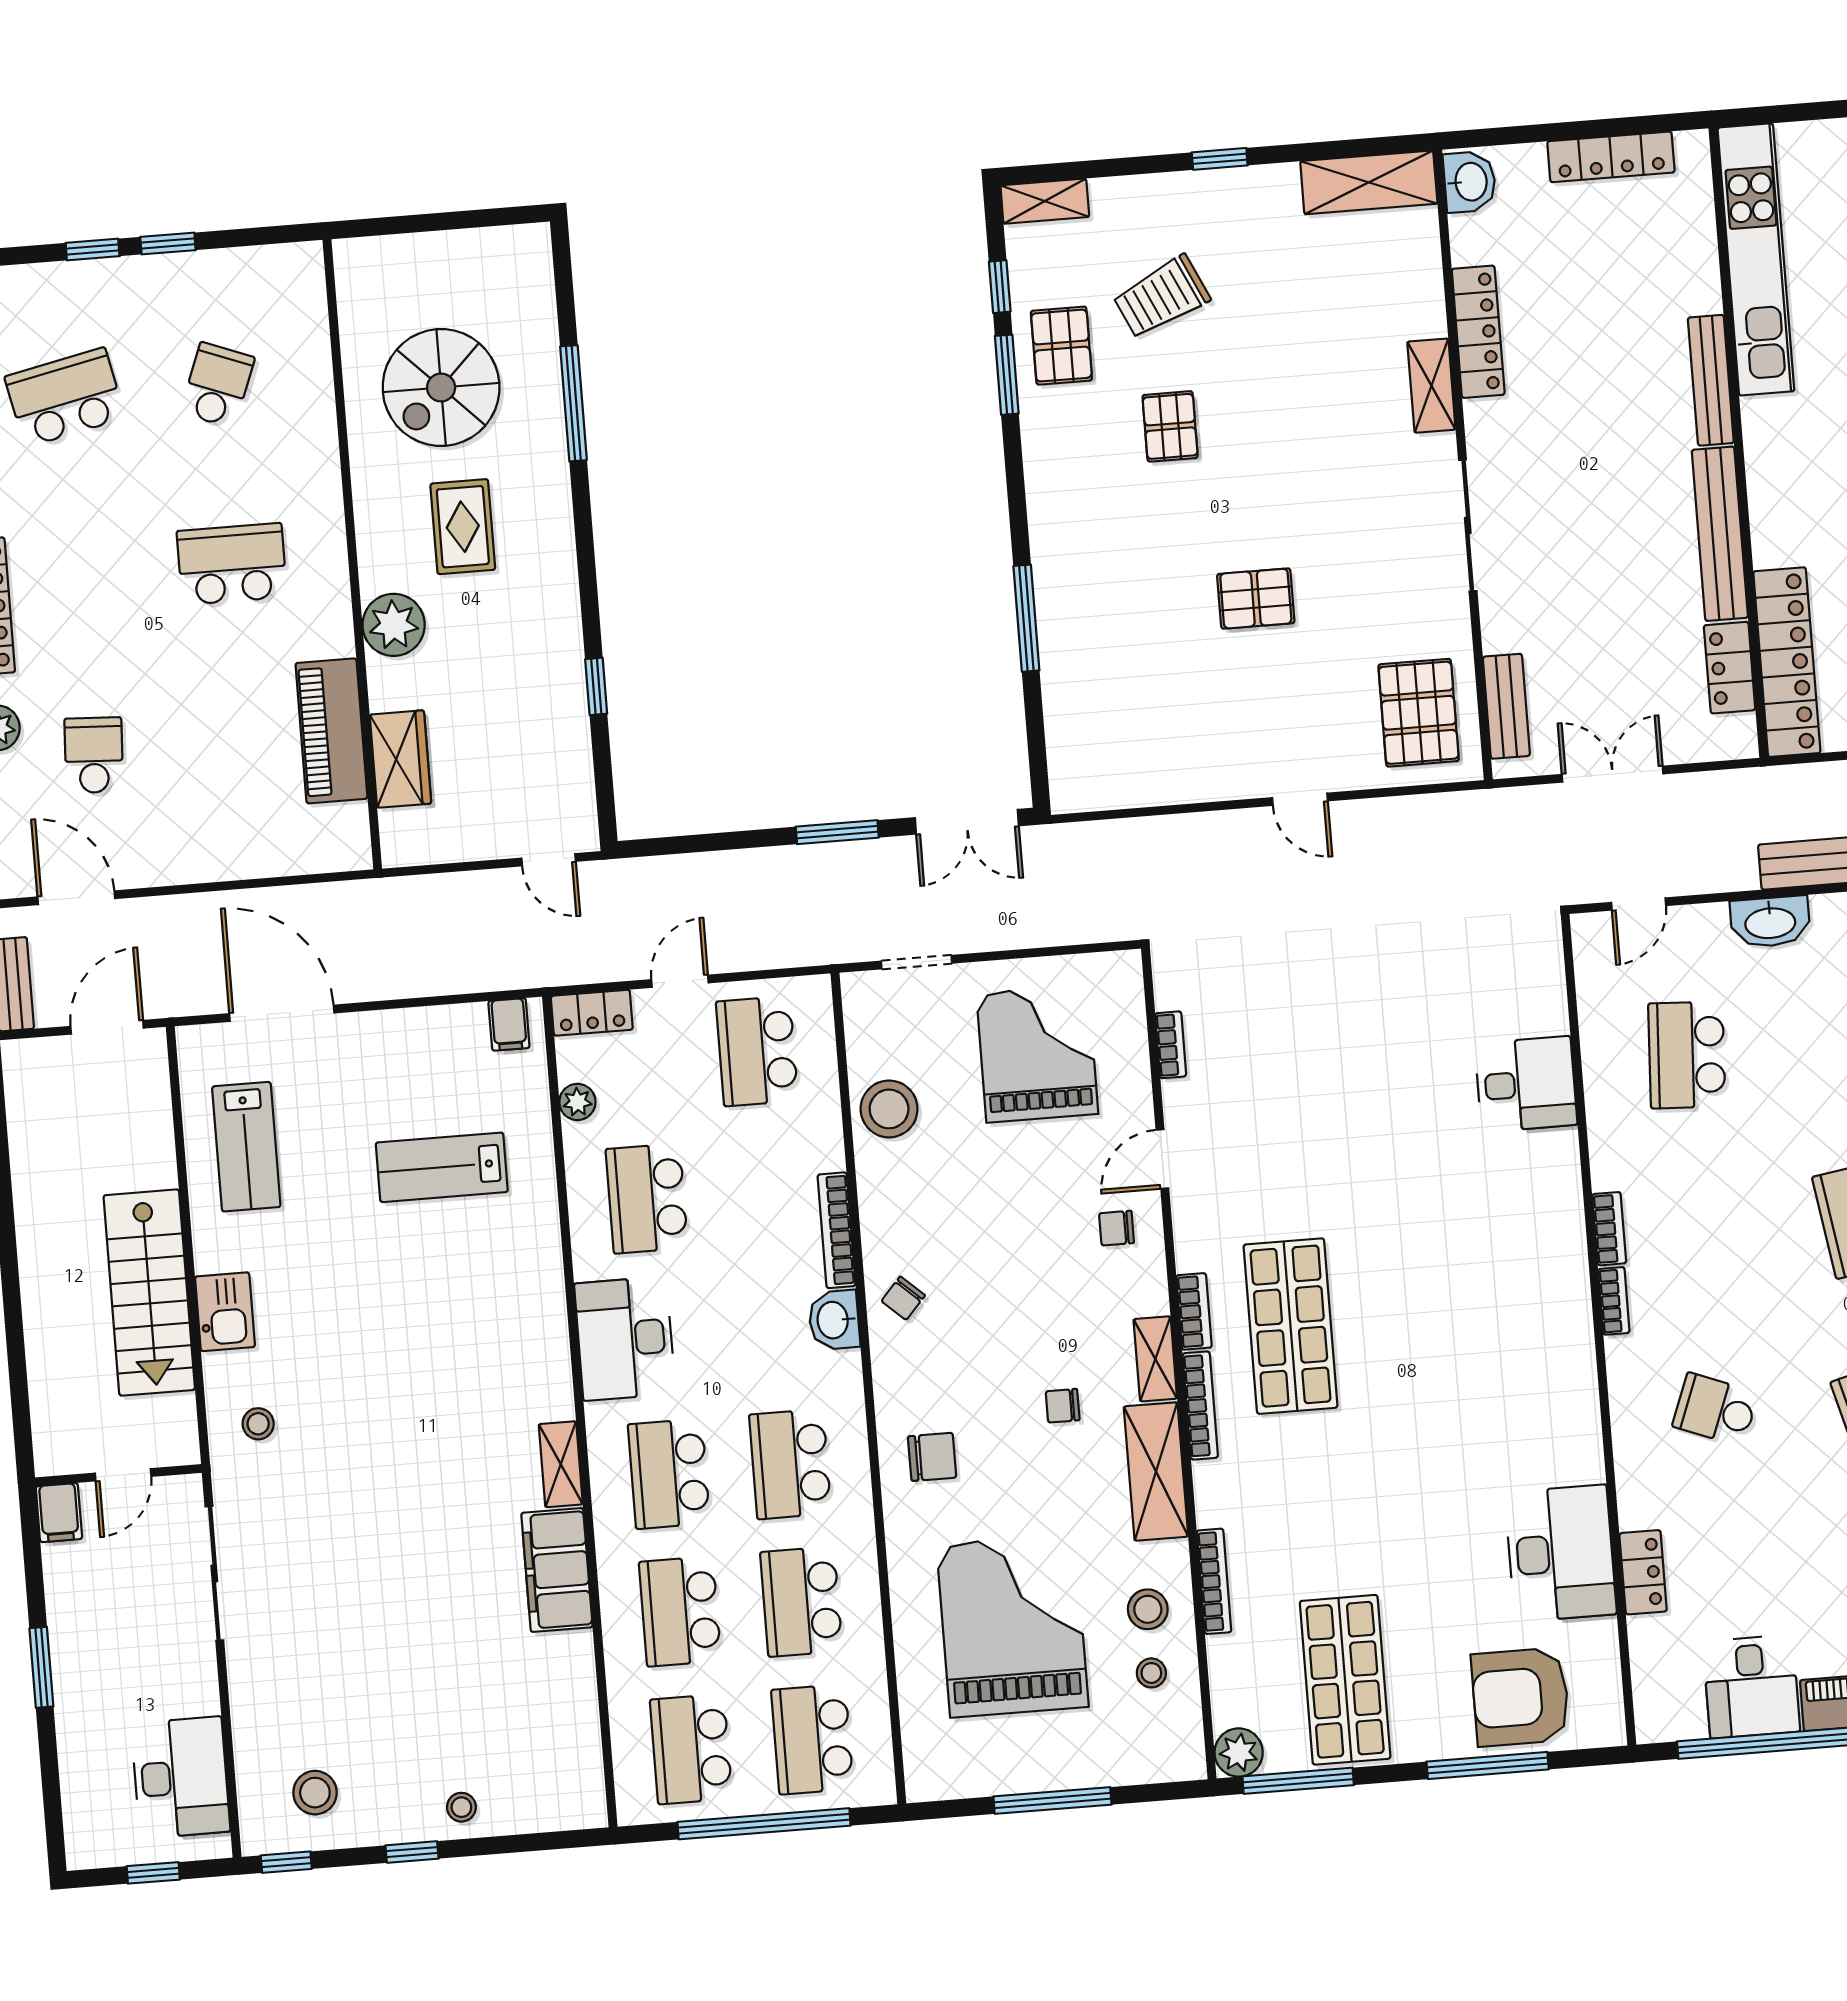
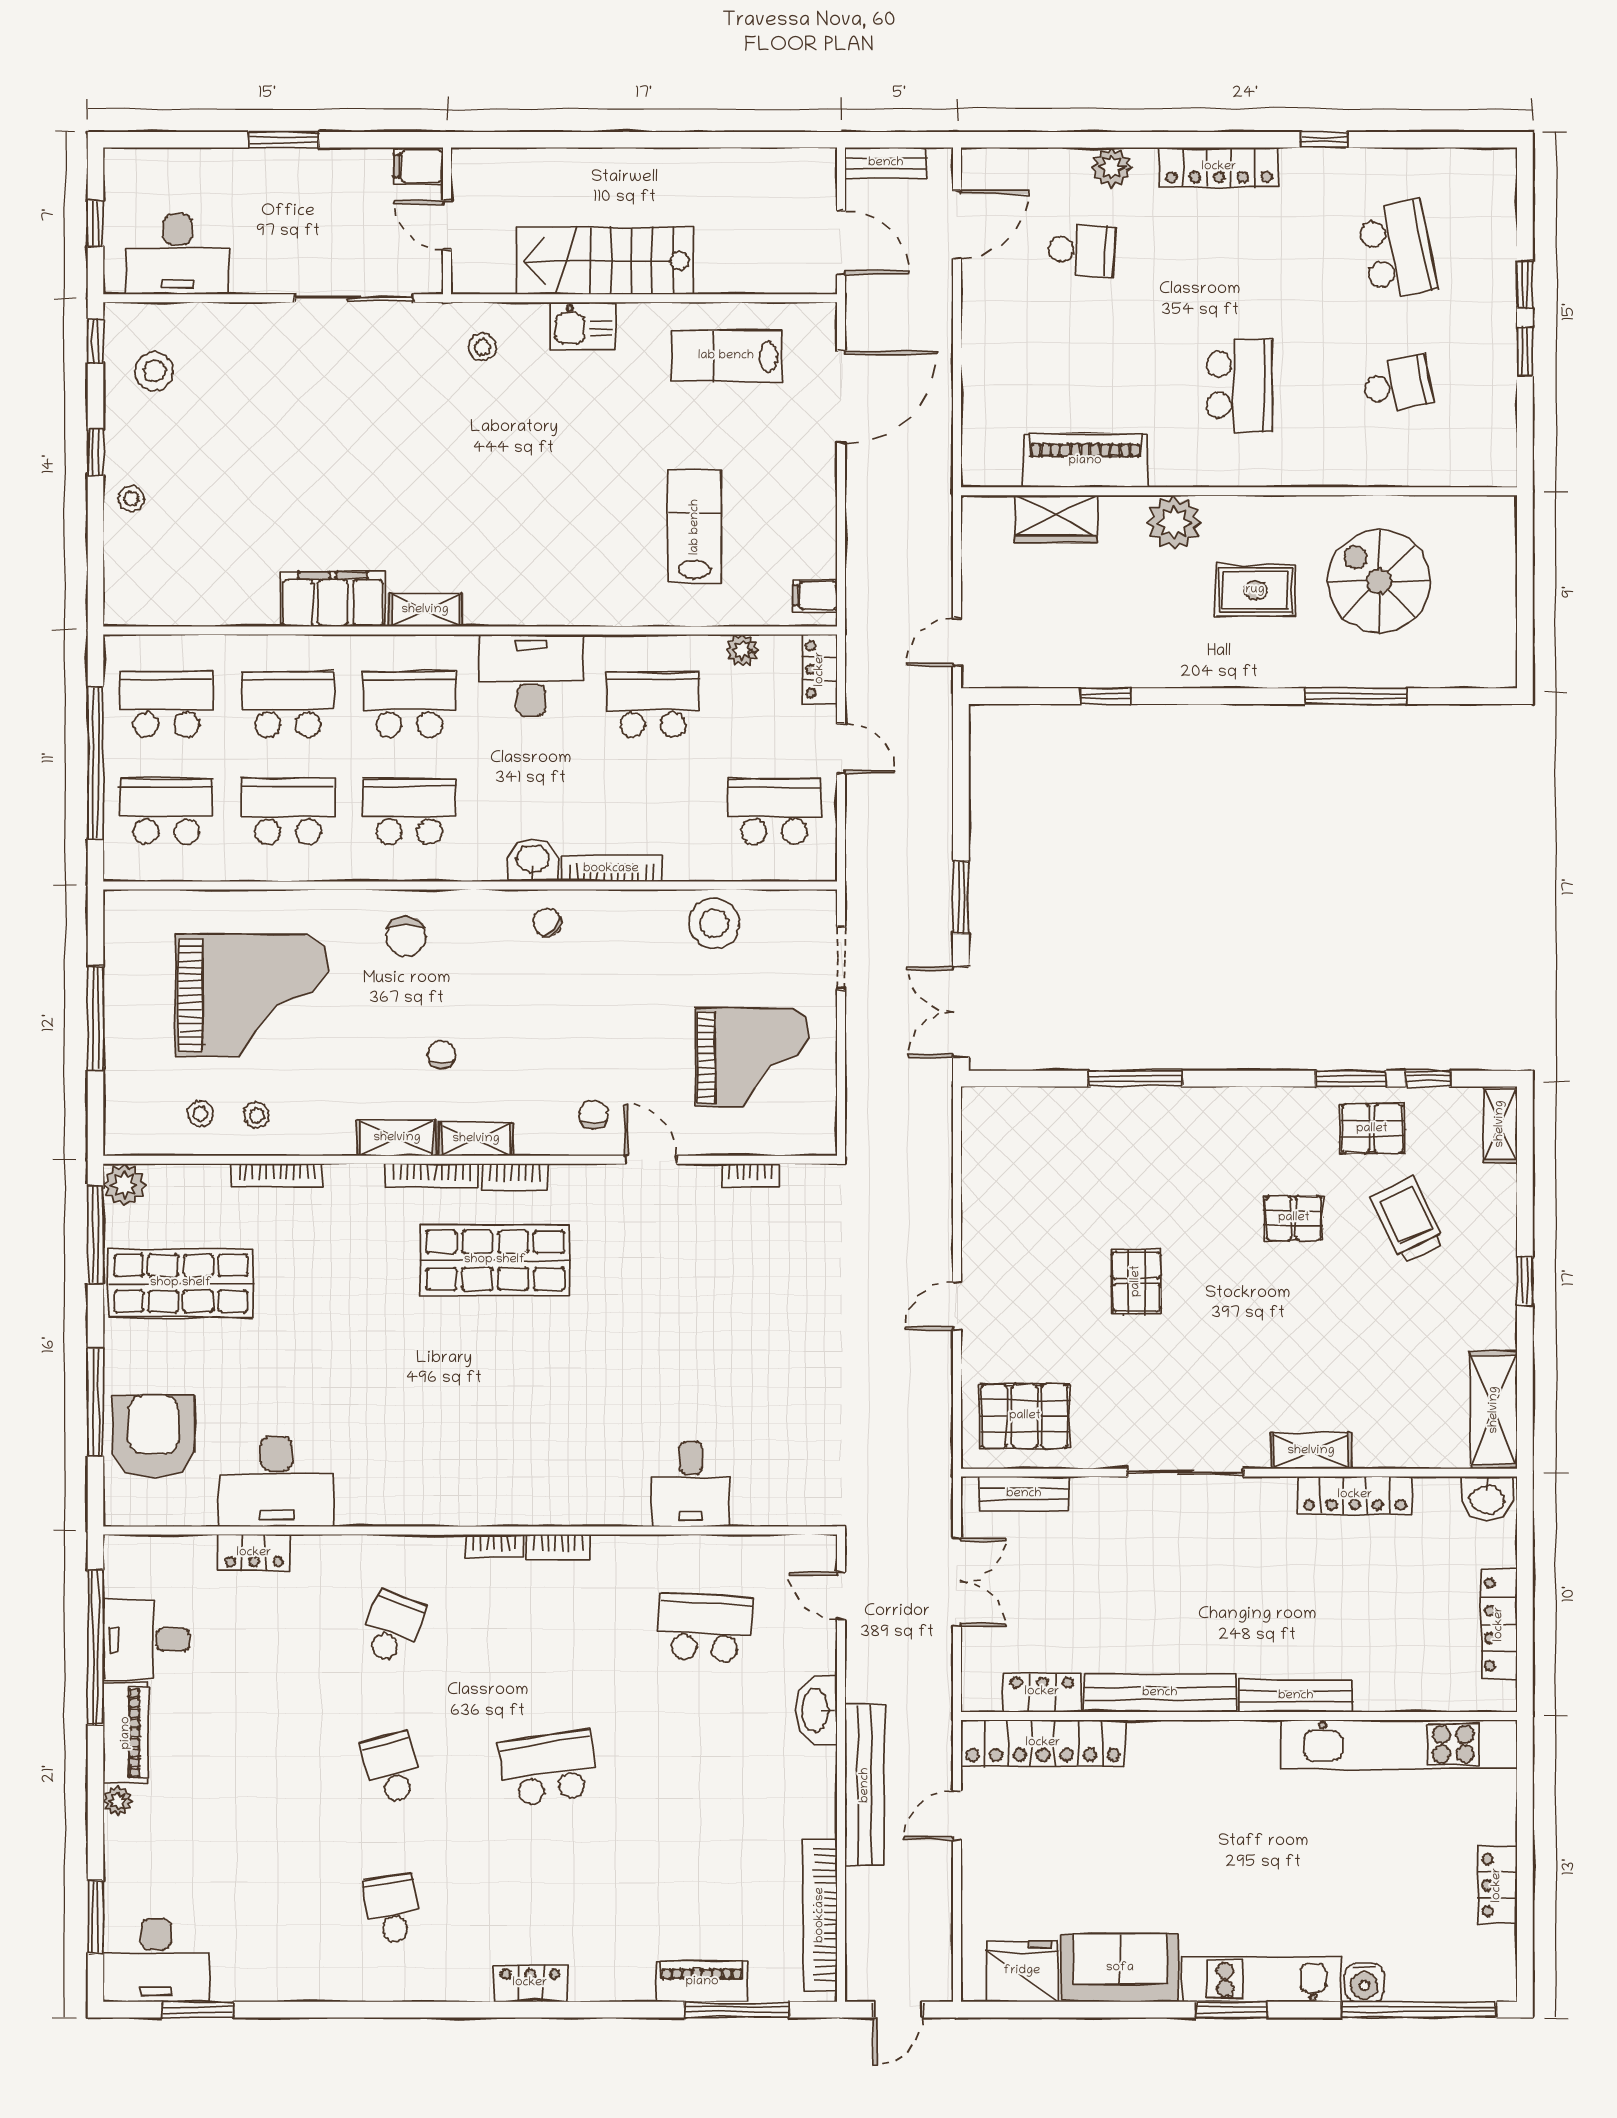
school desk: (217, 385) -> (1397, 385), turned -33
shelving: (1156, 1472) -> (397, 1138), width x0.67, depth x0.75
stool: (1148, 1609) -> (257, 1115), width x0.73, depth x0.73

